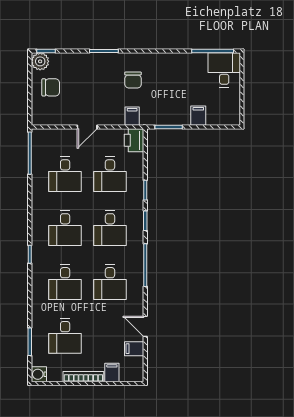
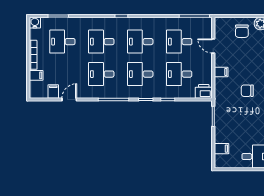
filing cabinet: (132, 116) -> (221, 72), moved
filing cabinet: (198, 116) -> (222, 149), moved
door: (87, 127) -> (213, 46), moved

